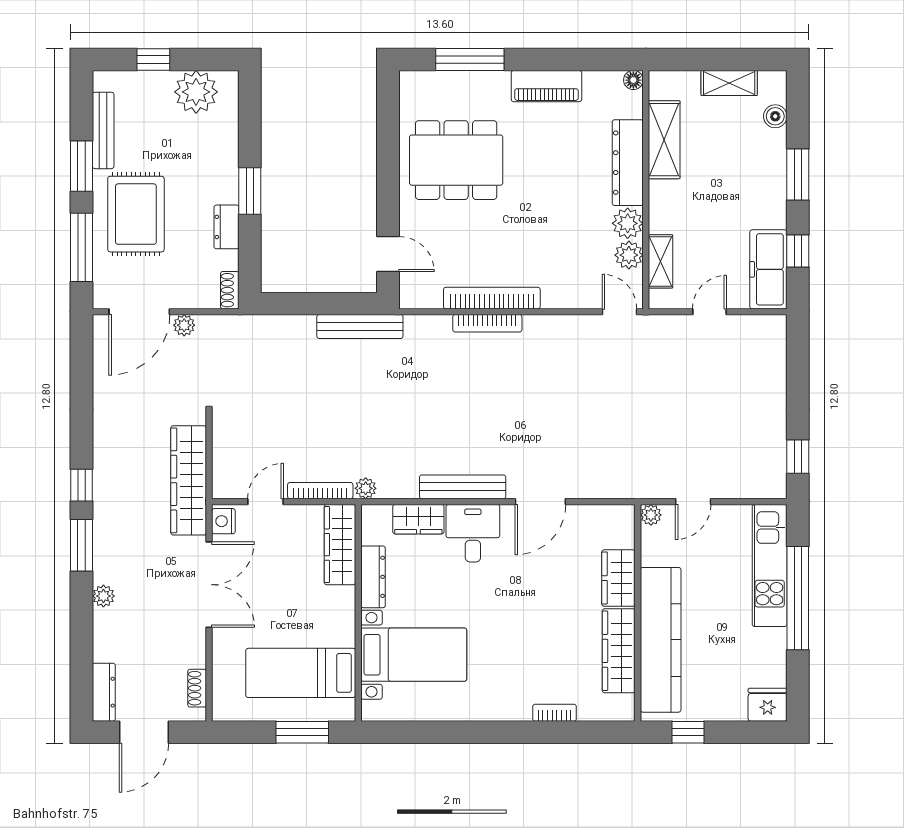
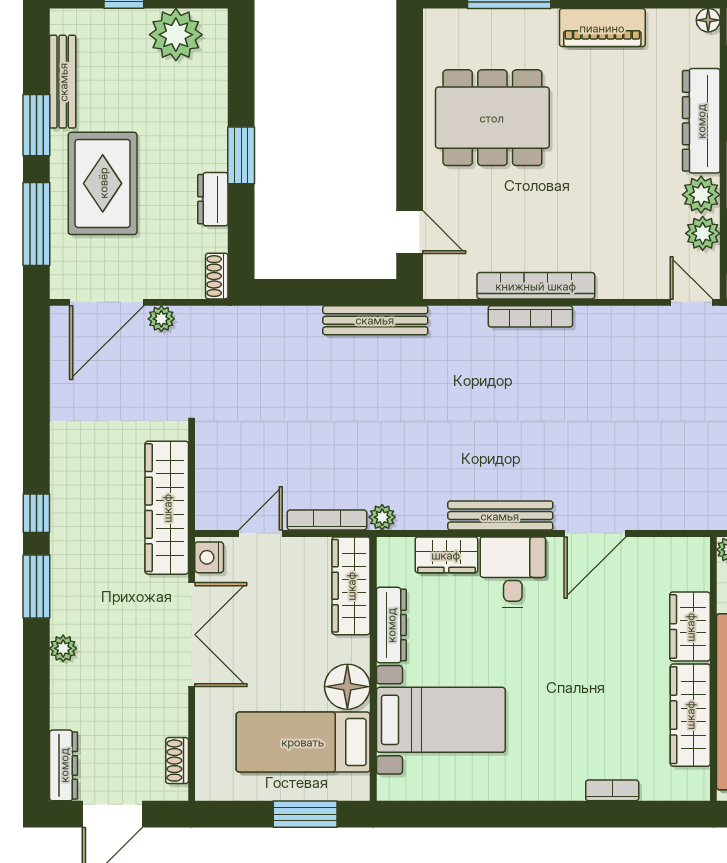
floor lamp: (337, 627) -> (347, 687), added

